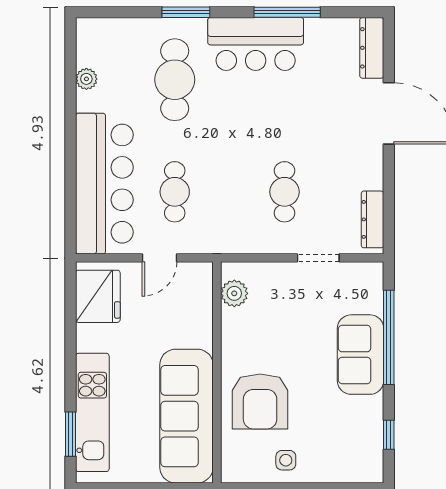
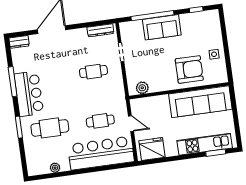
dresser: (372, 48) -> (19, 42), width x0.70

